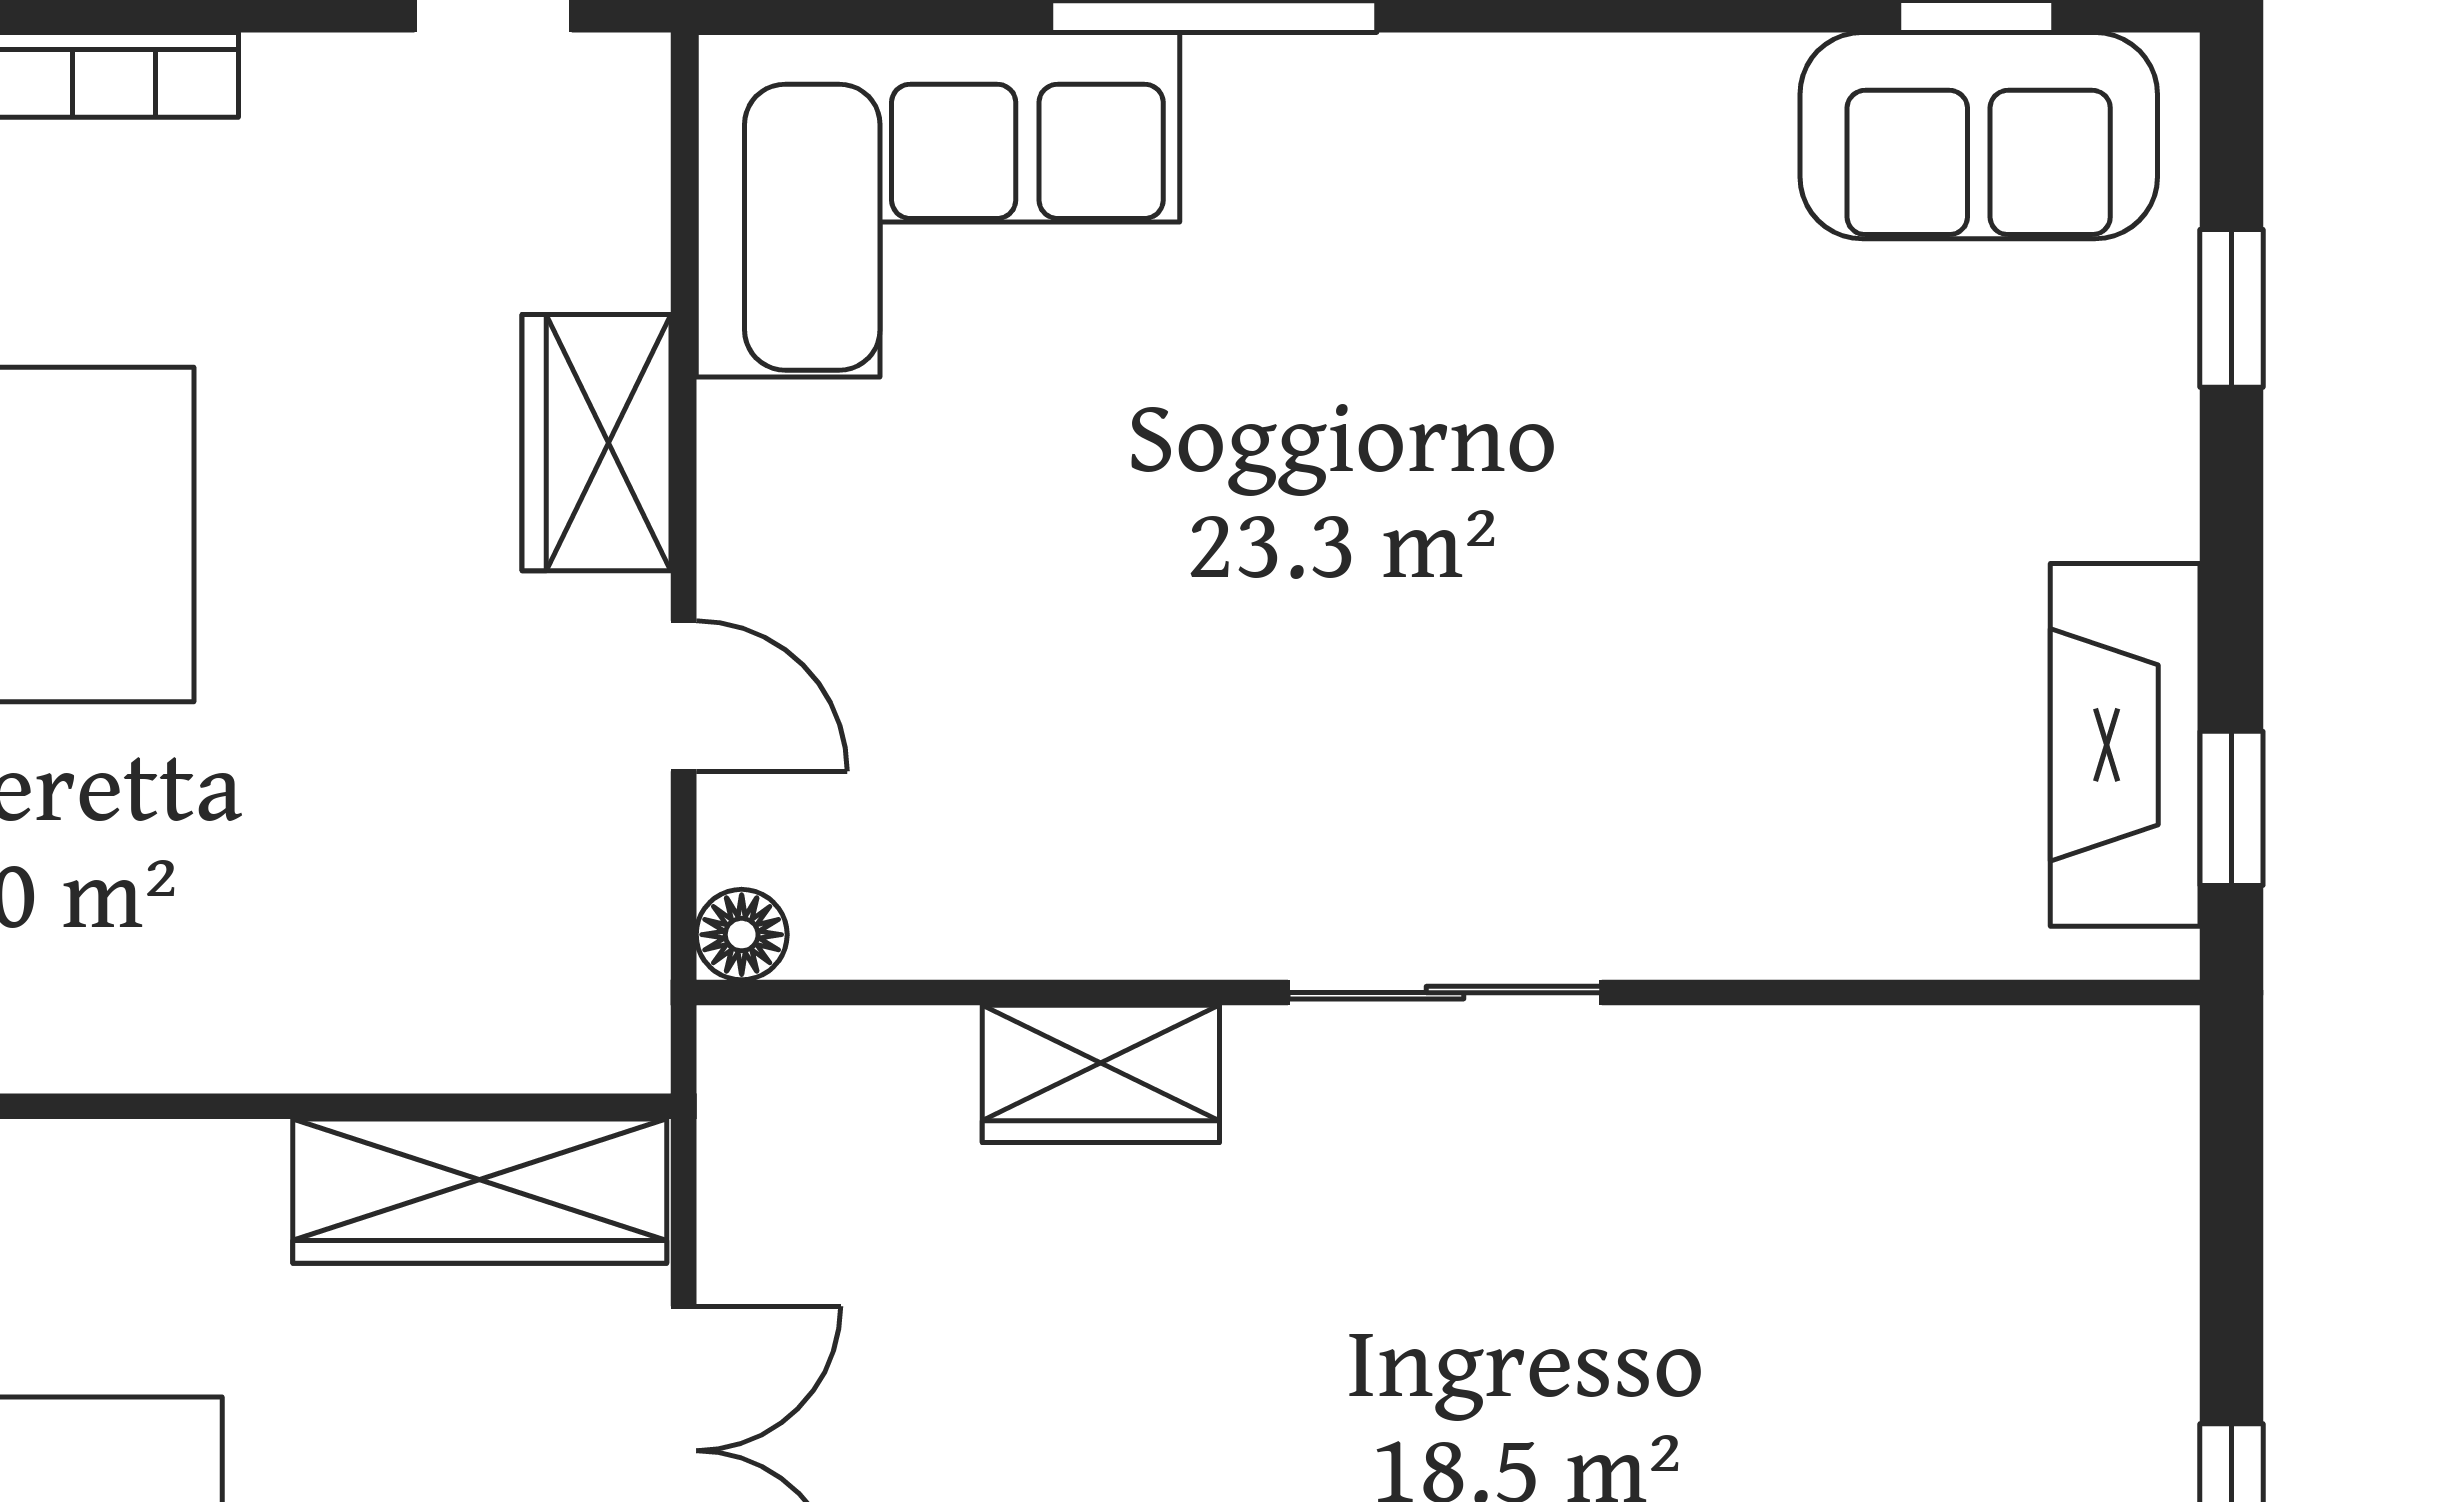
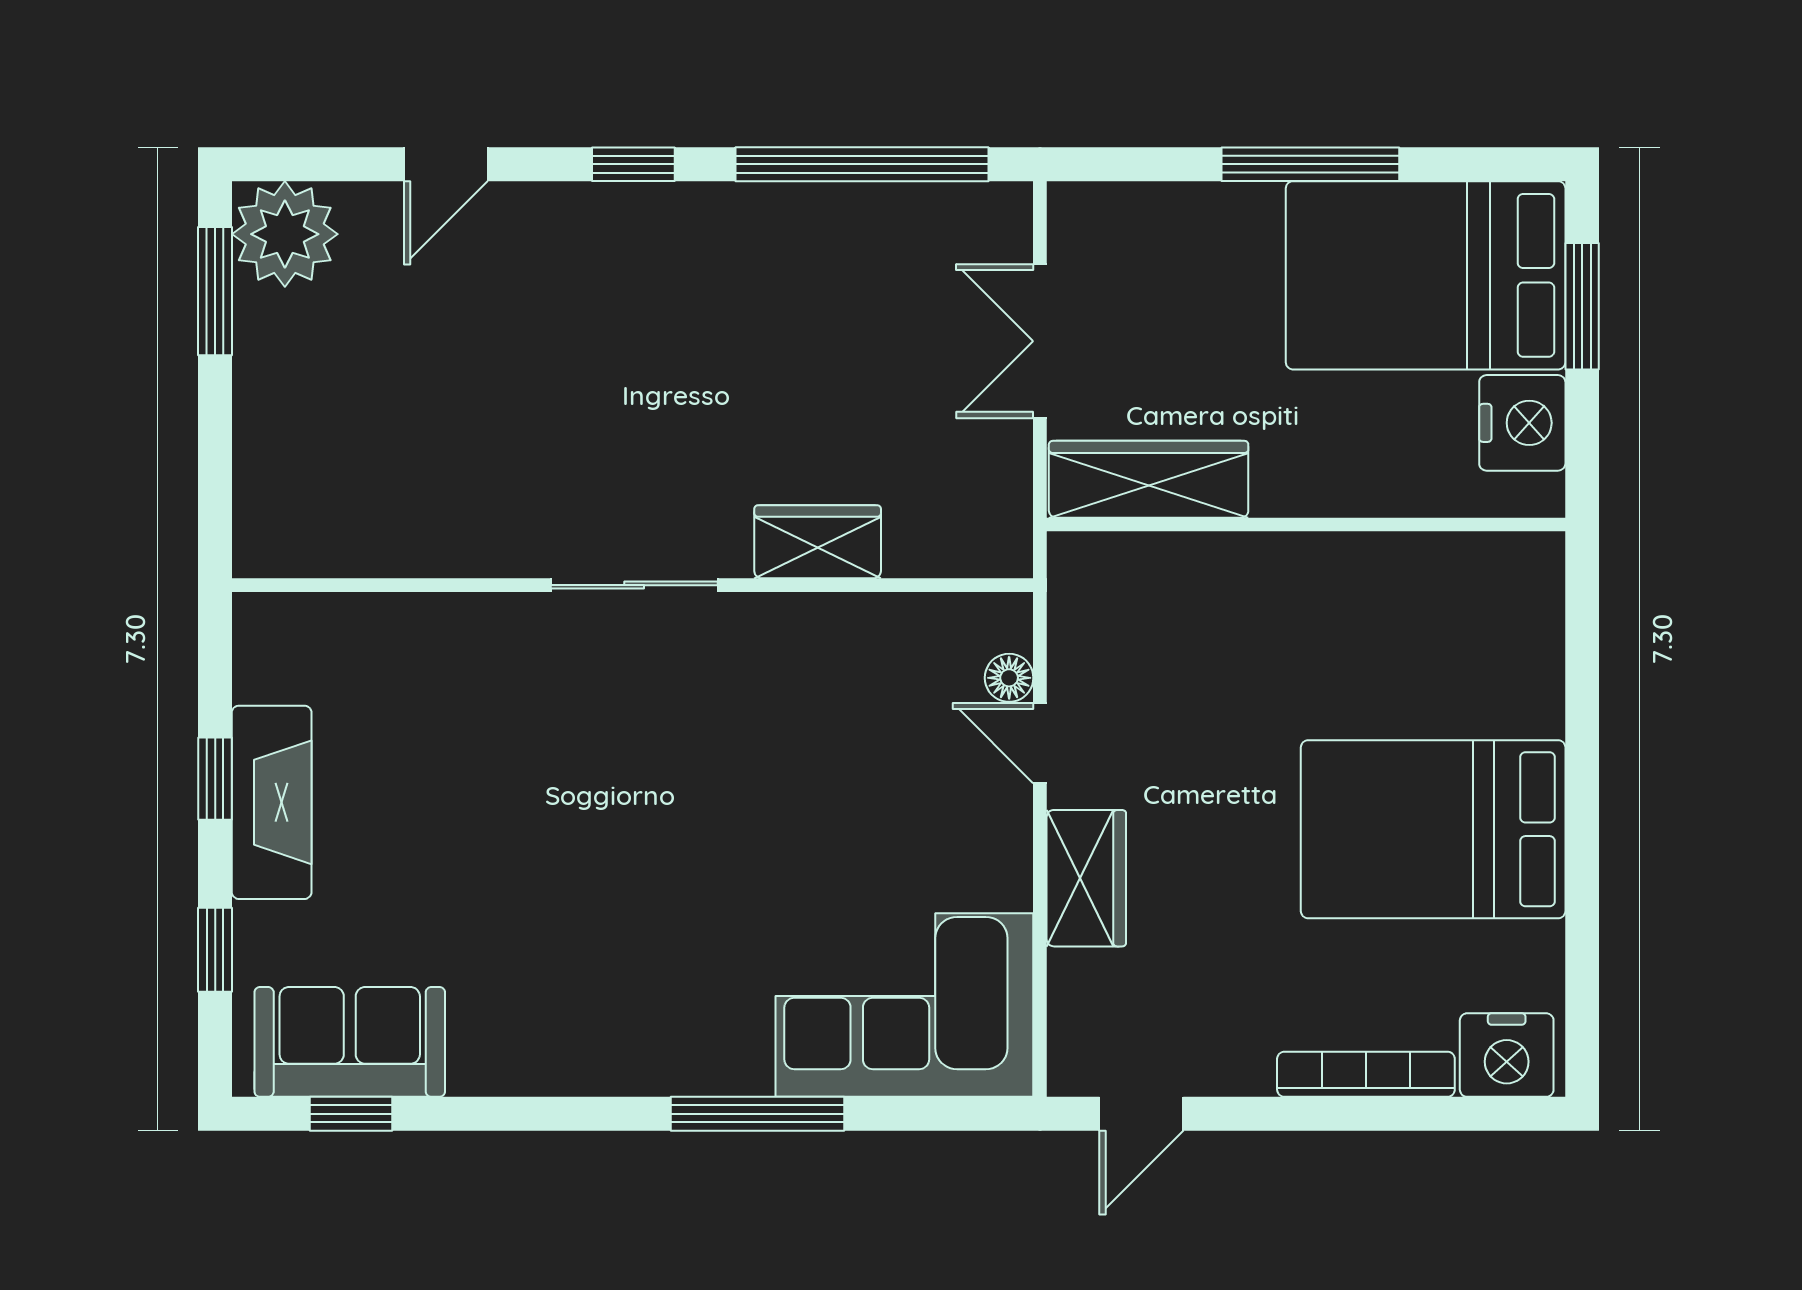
fireplace: (2125, 745) -> (272, 802), moved
window: (2231, 808) -> (215, 779), moved
floor lamp: (742, 935) -> (1009, 678), moved

